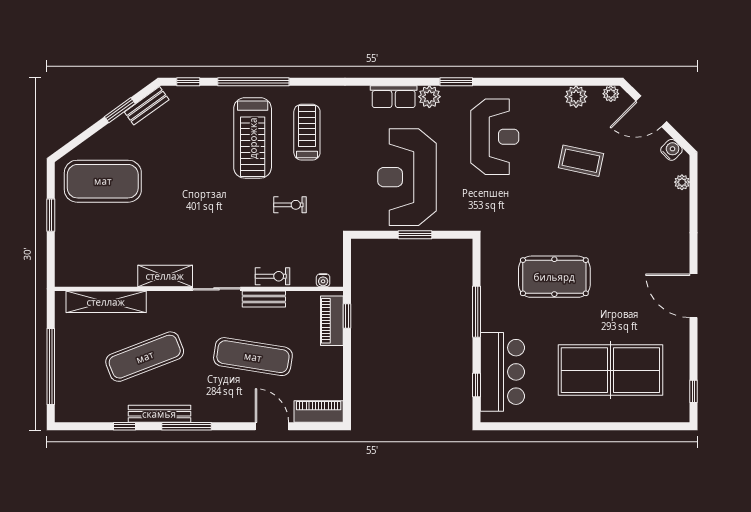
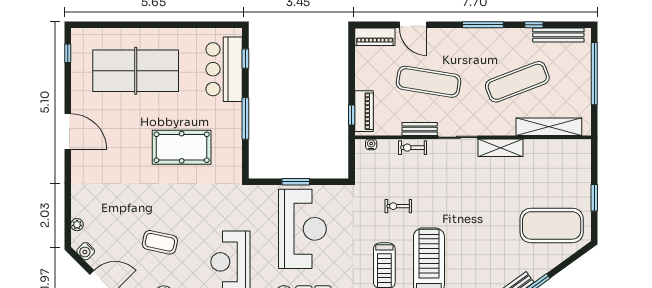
bench: (159, 414) -> (558, 35), moved

